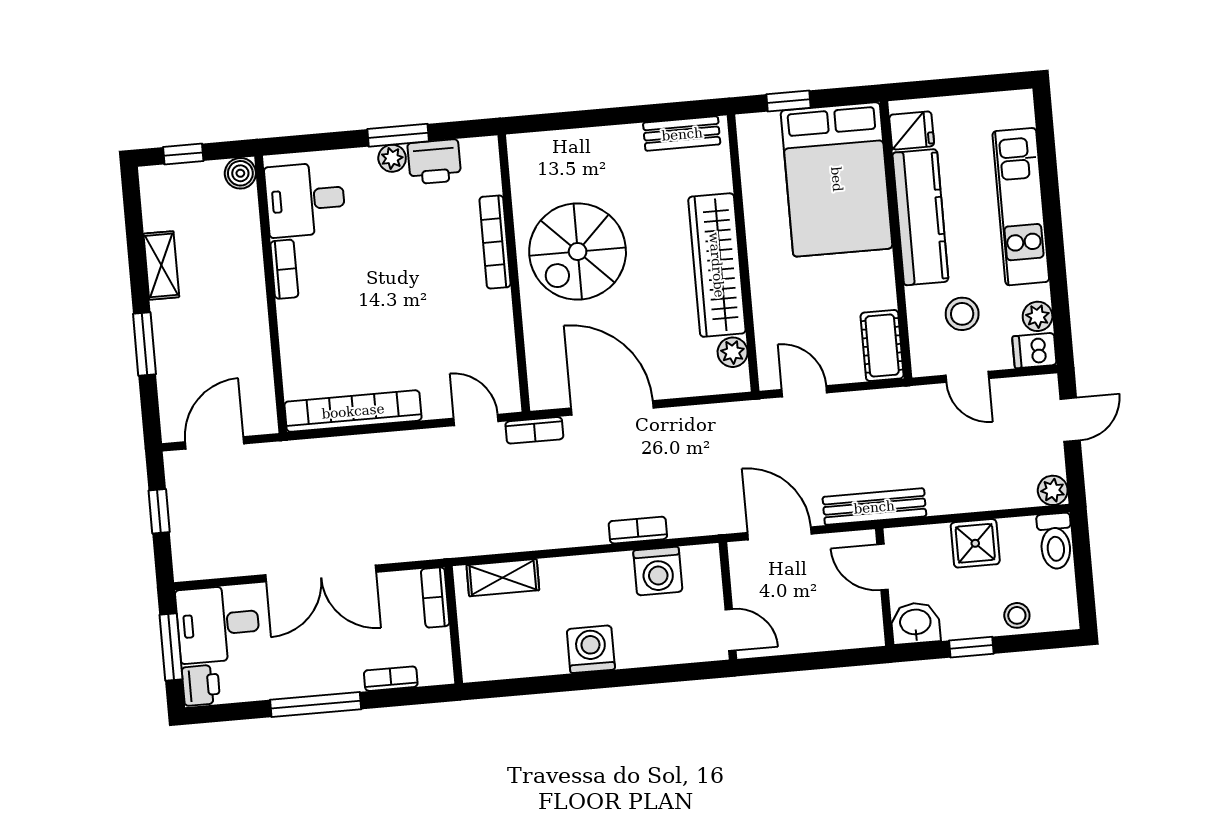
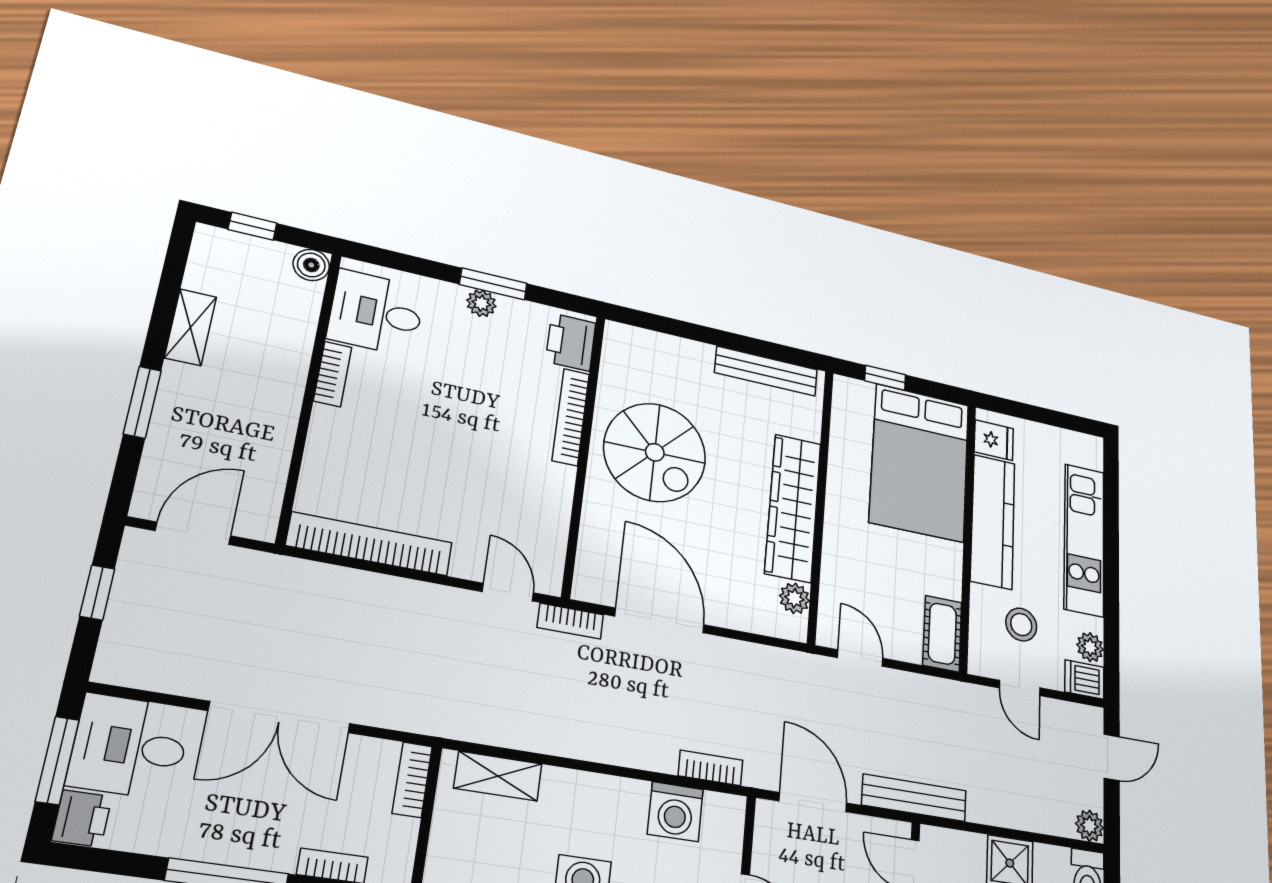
bench: (682, 134) -> (766, 371), width x1.36
printer: (434, 162) -> (571, 342), moved, turned 90
spiral stairs: (578, 251) -> (655, 452), turned -90
bookcase: (638, 530) -> (711, 768), moved

